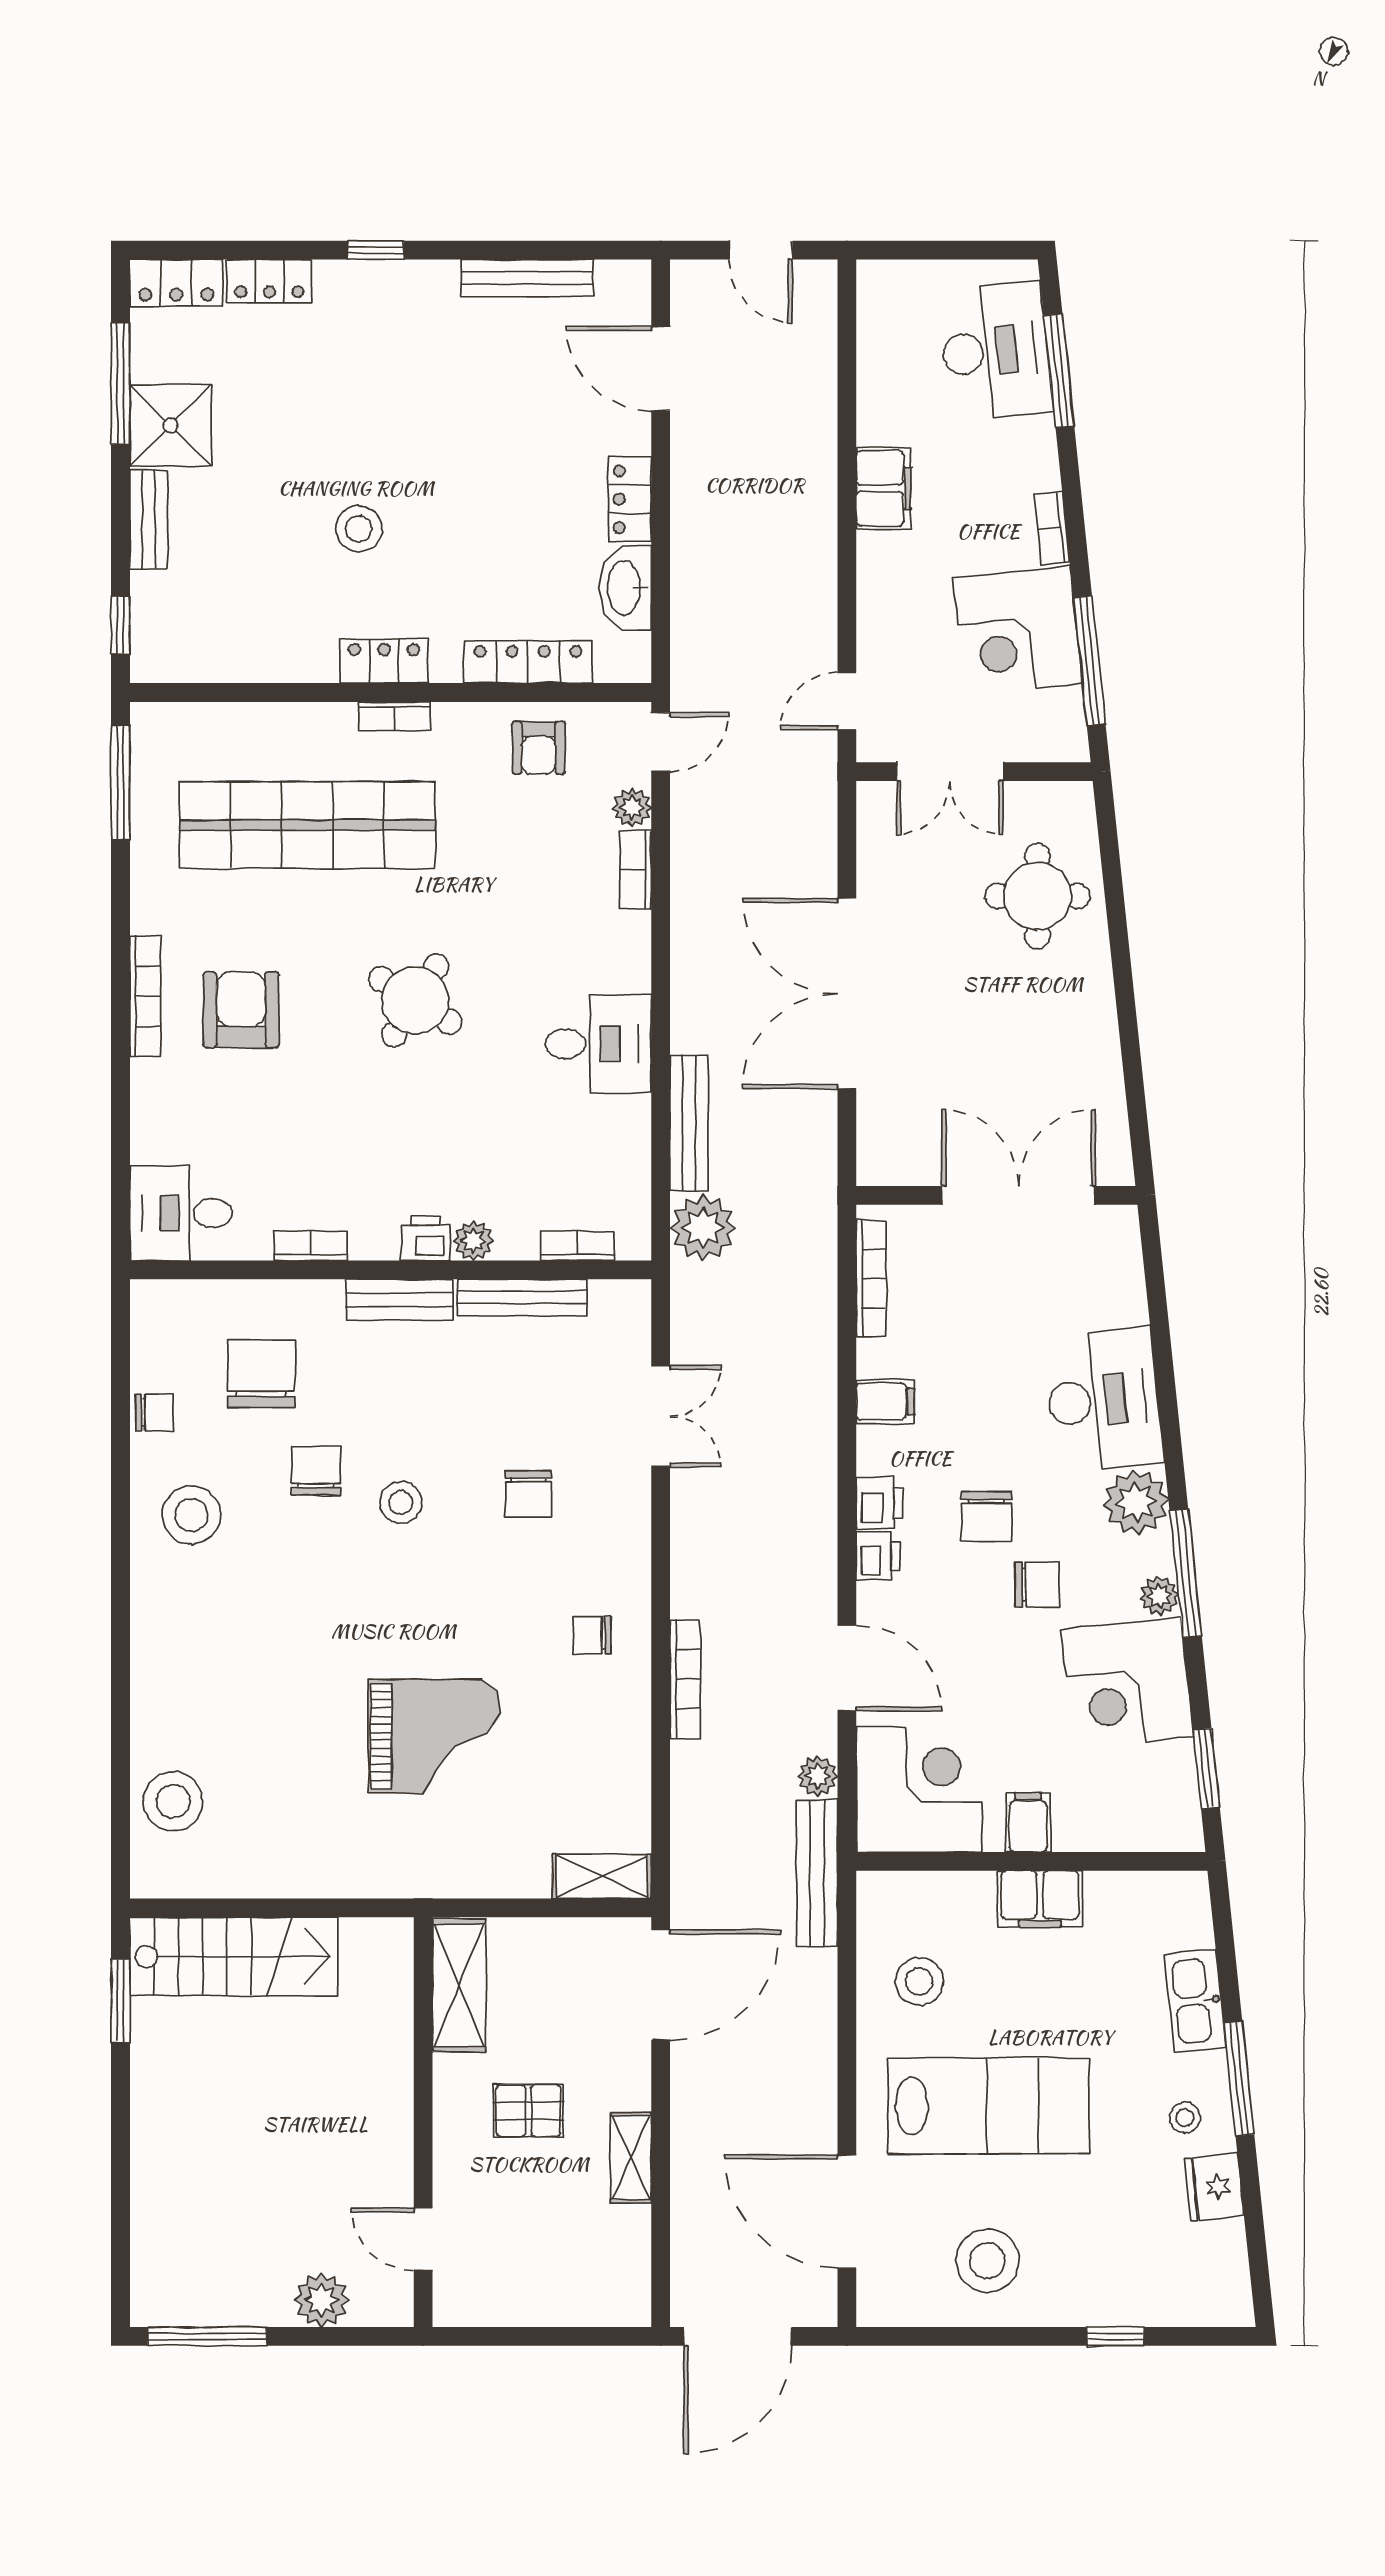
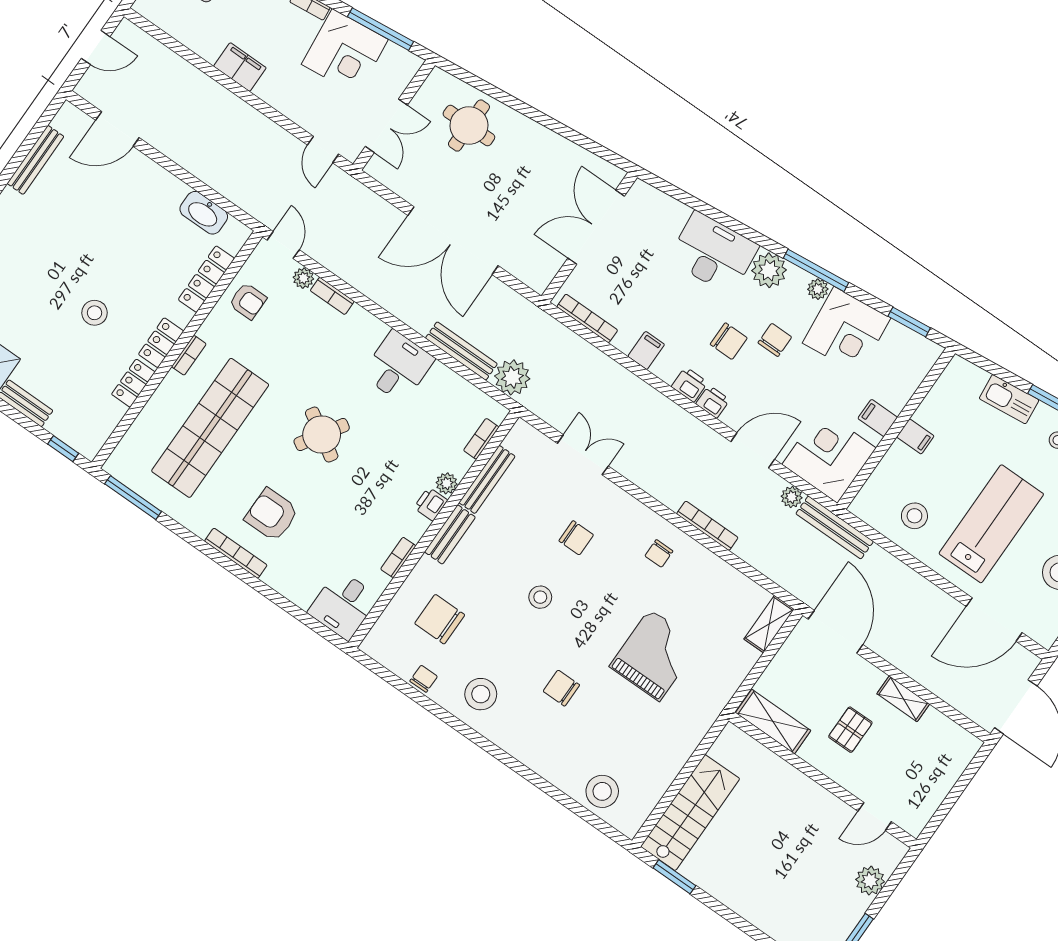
locker: (630, 499) -> (133, 383), moved, turned 90
chair: (316, 1471) -> (561, 688), moved
filing cabinet: (1040, 1899) -> (915, 436), width x0.50

